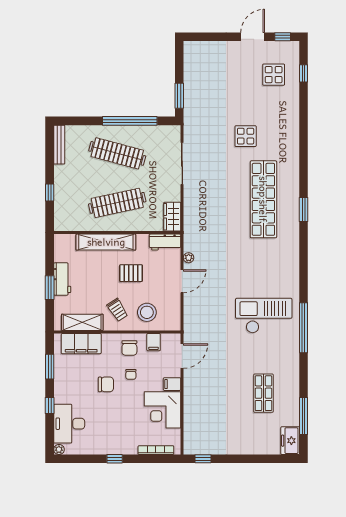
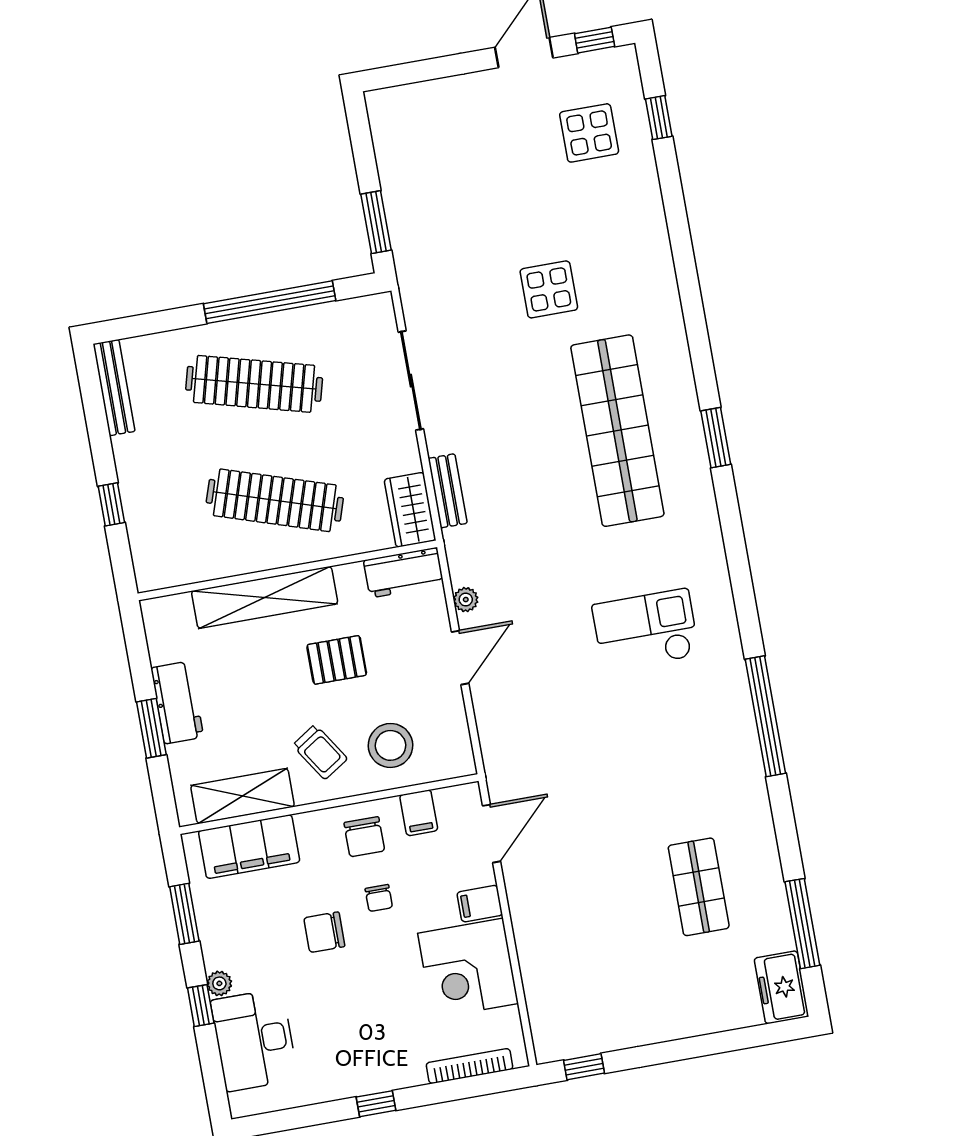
clothes rail: (117, 203) -> (275, 500), turned 30
bench: (189, 212) -> (448, 491), added
checkout: (264, 316) -> (646, 630), moved, width x0.73, depth x0.83
chair: (106, 384) -> (324, 932), turned 180
plant: (59, 450) -> (219, 983), moved

